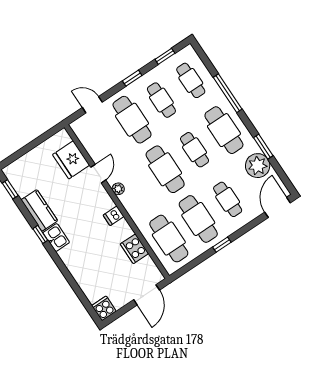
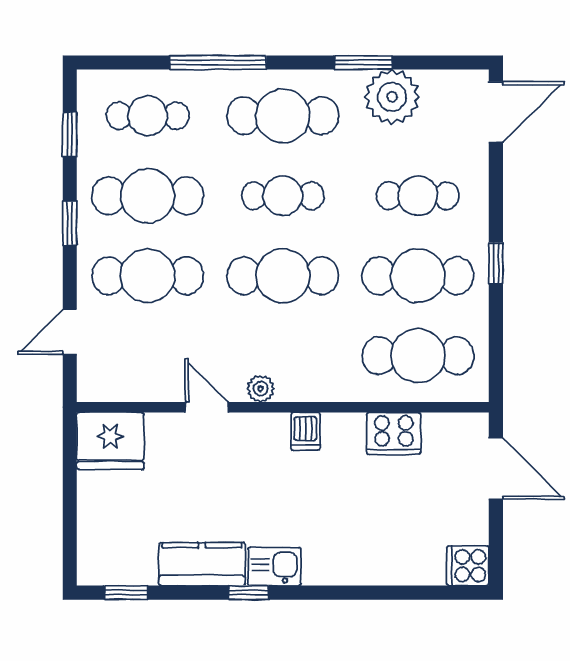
cafe table: (161, 100) -> (148, 196), width x1.37, depth x1.35
fridge: (71, 160) -> (110, 441), moved
door: (278, 207) -> (496, 112), swing flipped

